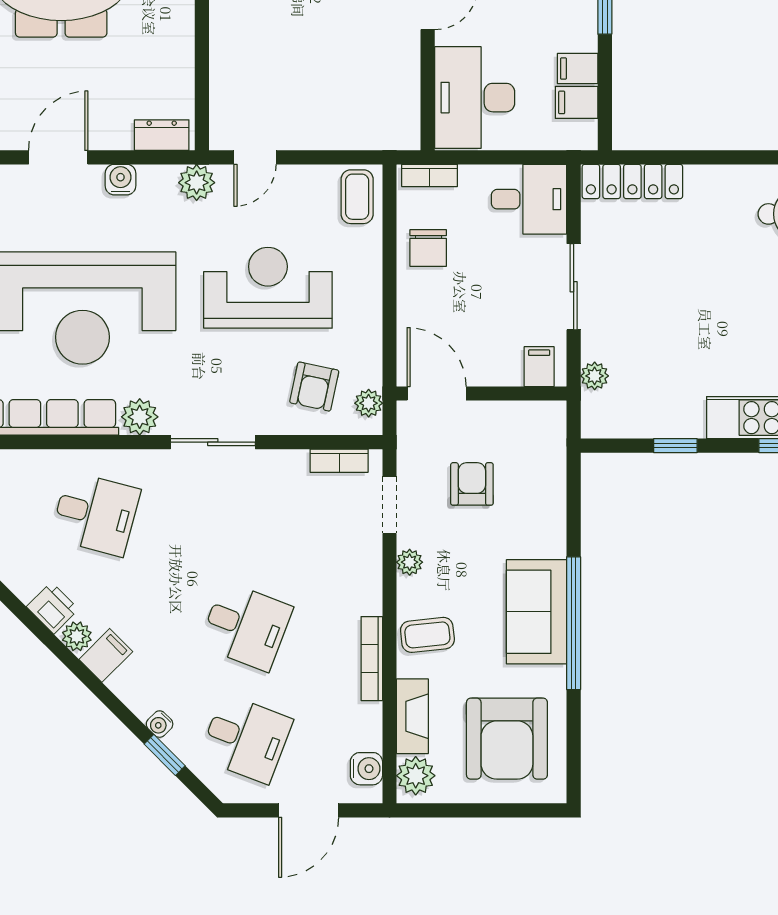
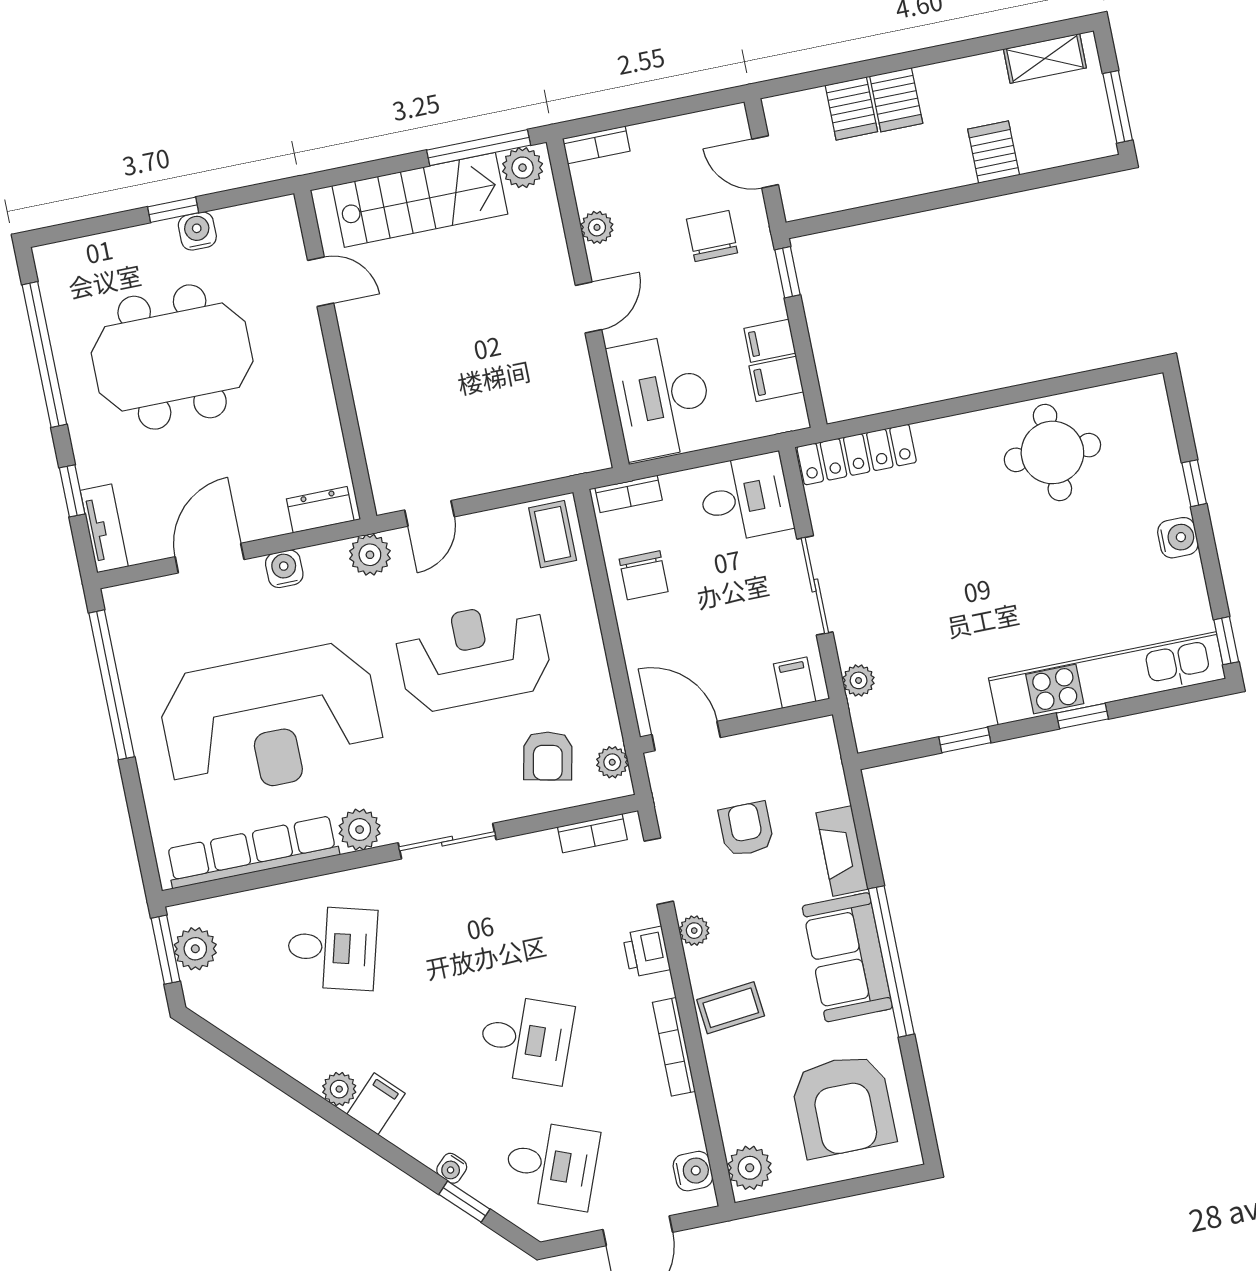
printer: (53, 608) -> (646, 952), moved, turned -135
fireplace: (412, 716) -> (842, 851), moved, turned 180

